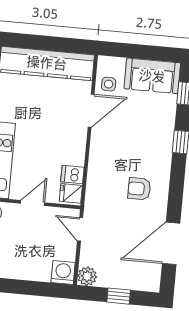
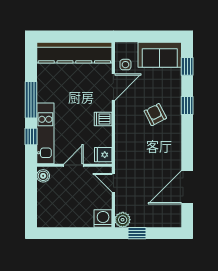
dishwasher: (72, 174) -> (103, 119), moved
armchair: (139, 189) -> (155, 115), moved, turned 63
window: (119, 296) -> (137, 233), moved

